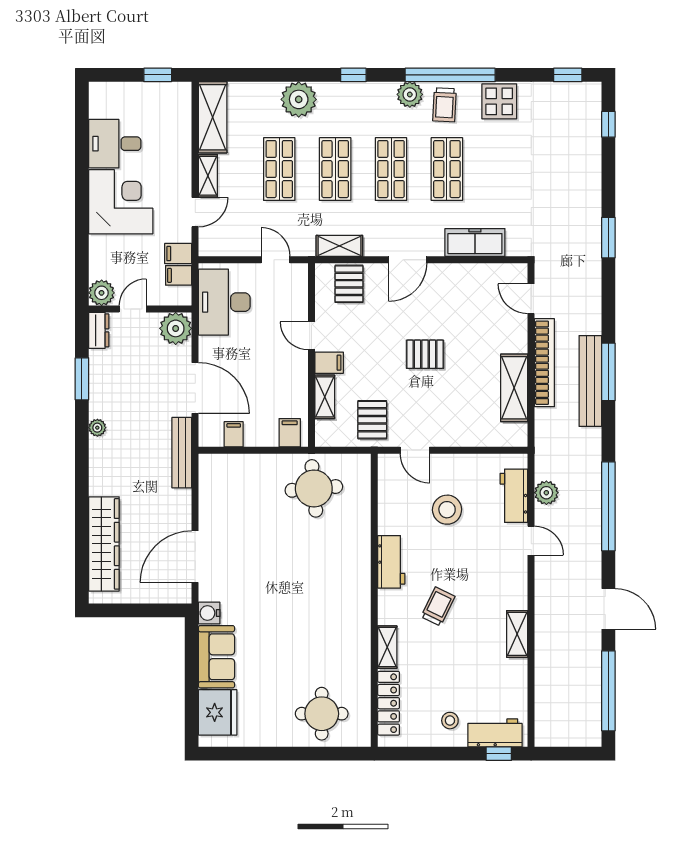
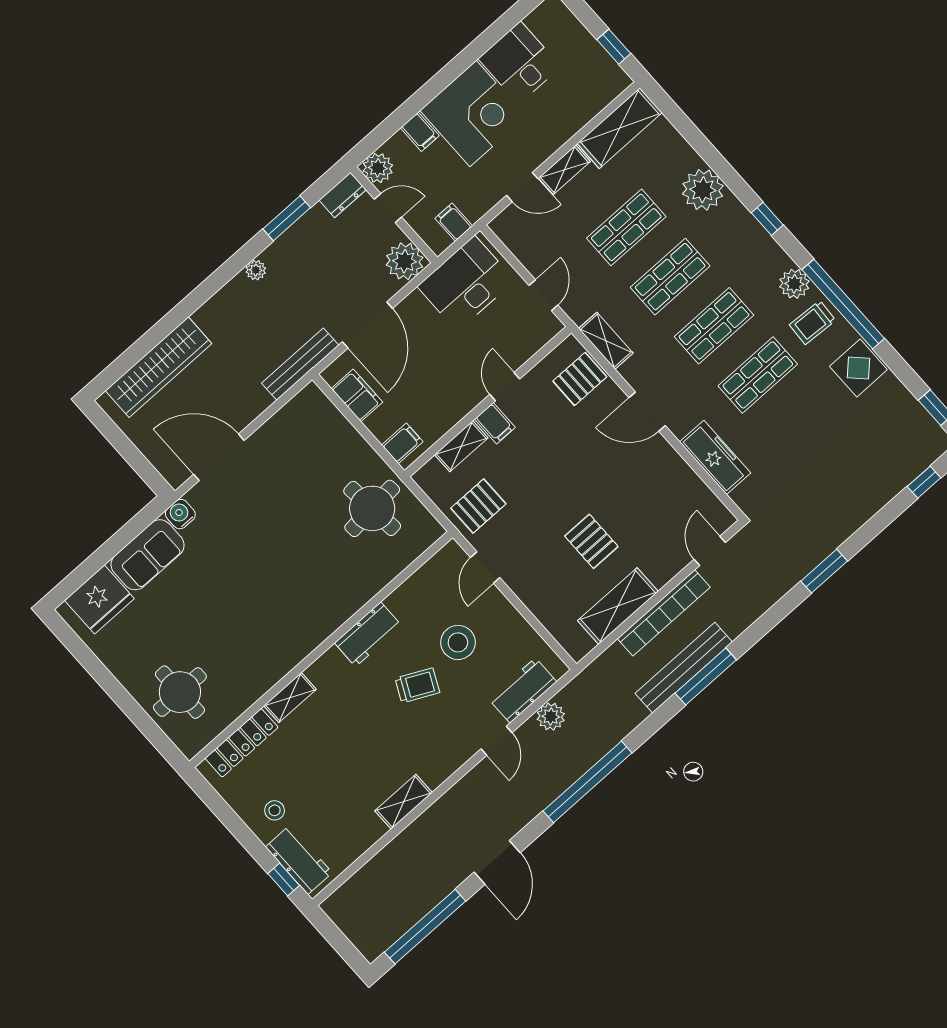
filing cabinet: (178, 254) -> (420, 132), moved, turned 180
pallet: (425, 354) -> (591, 541), moved
filing cabinet: (234, 434) -> (357, 395), width x2.00
trolley: (438, 606) -> (417, 685), moved

